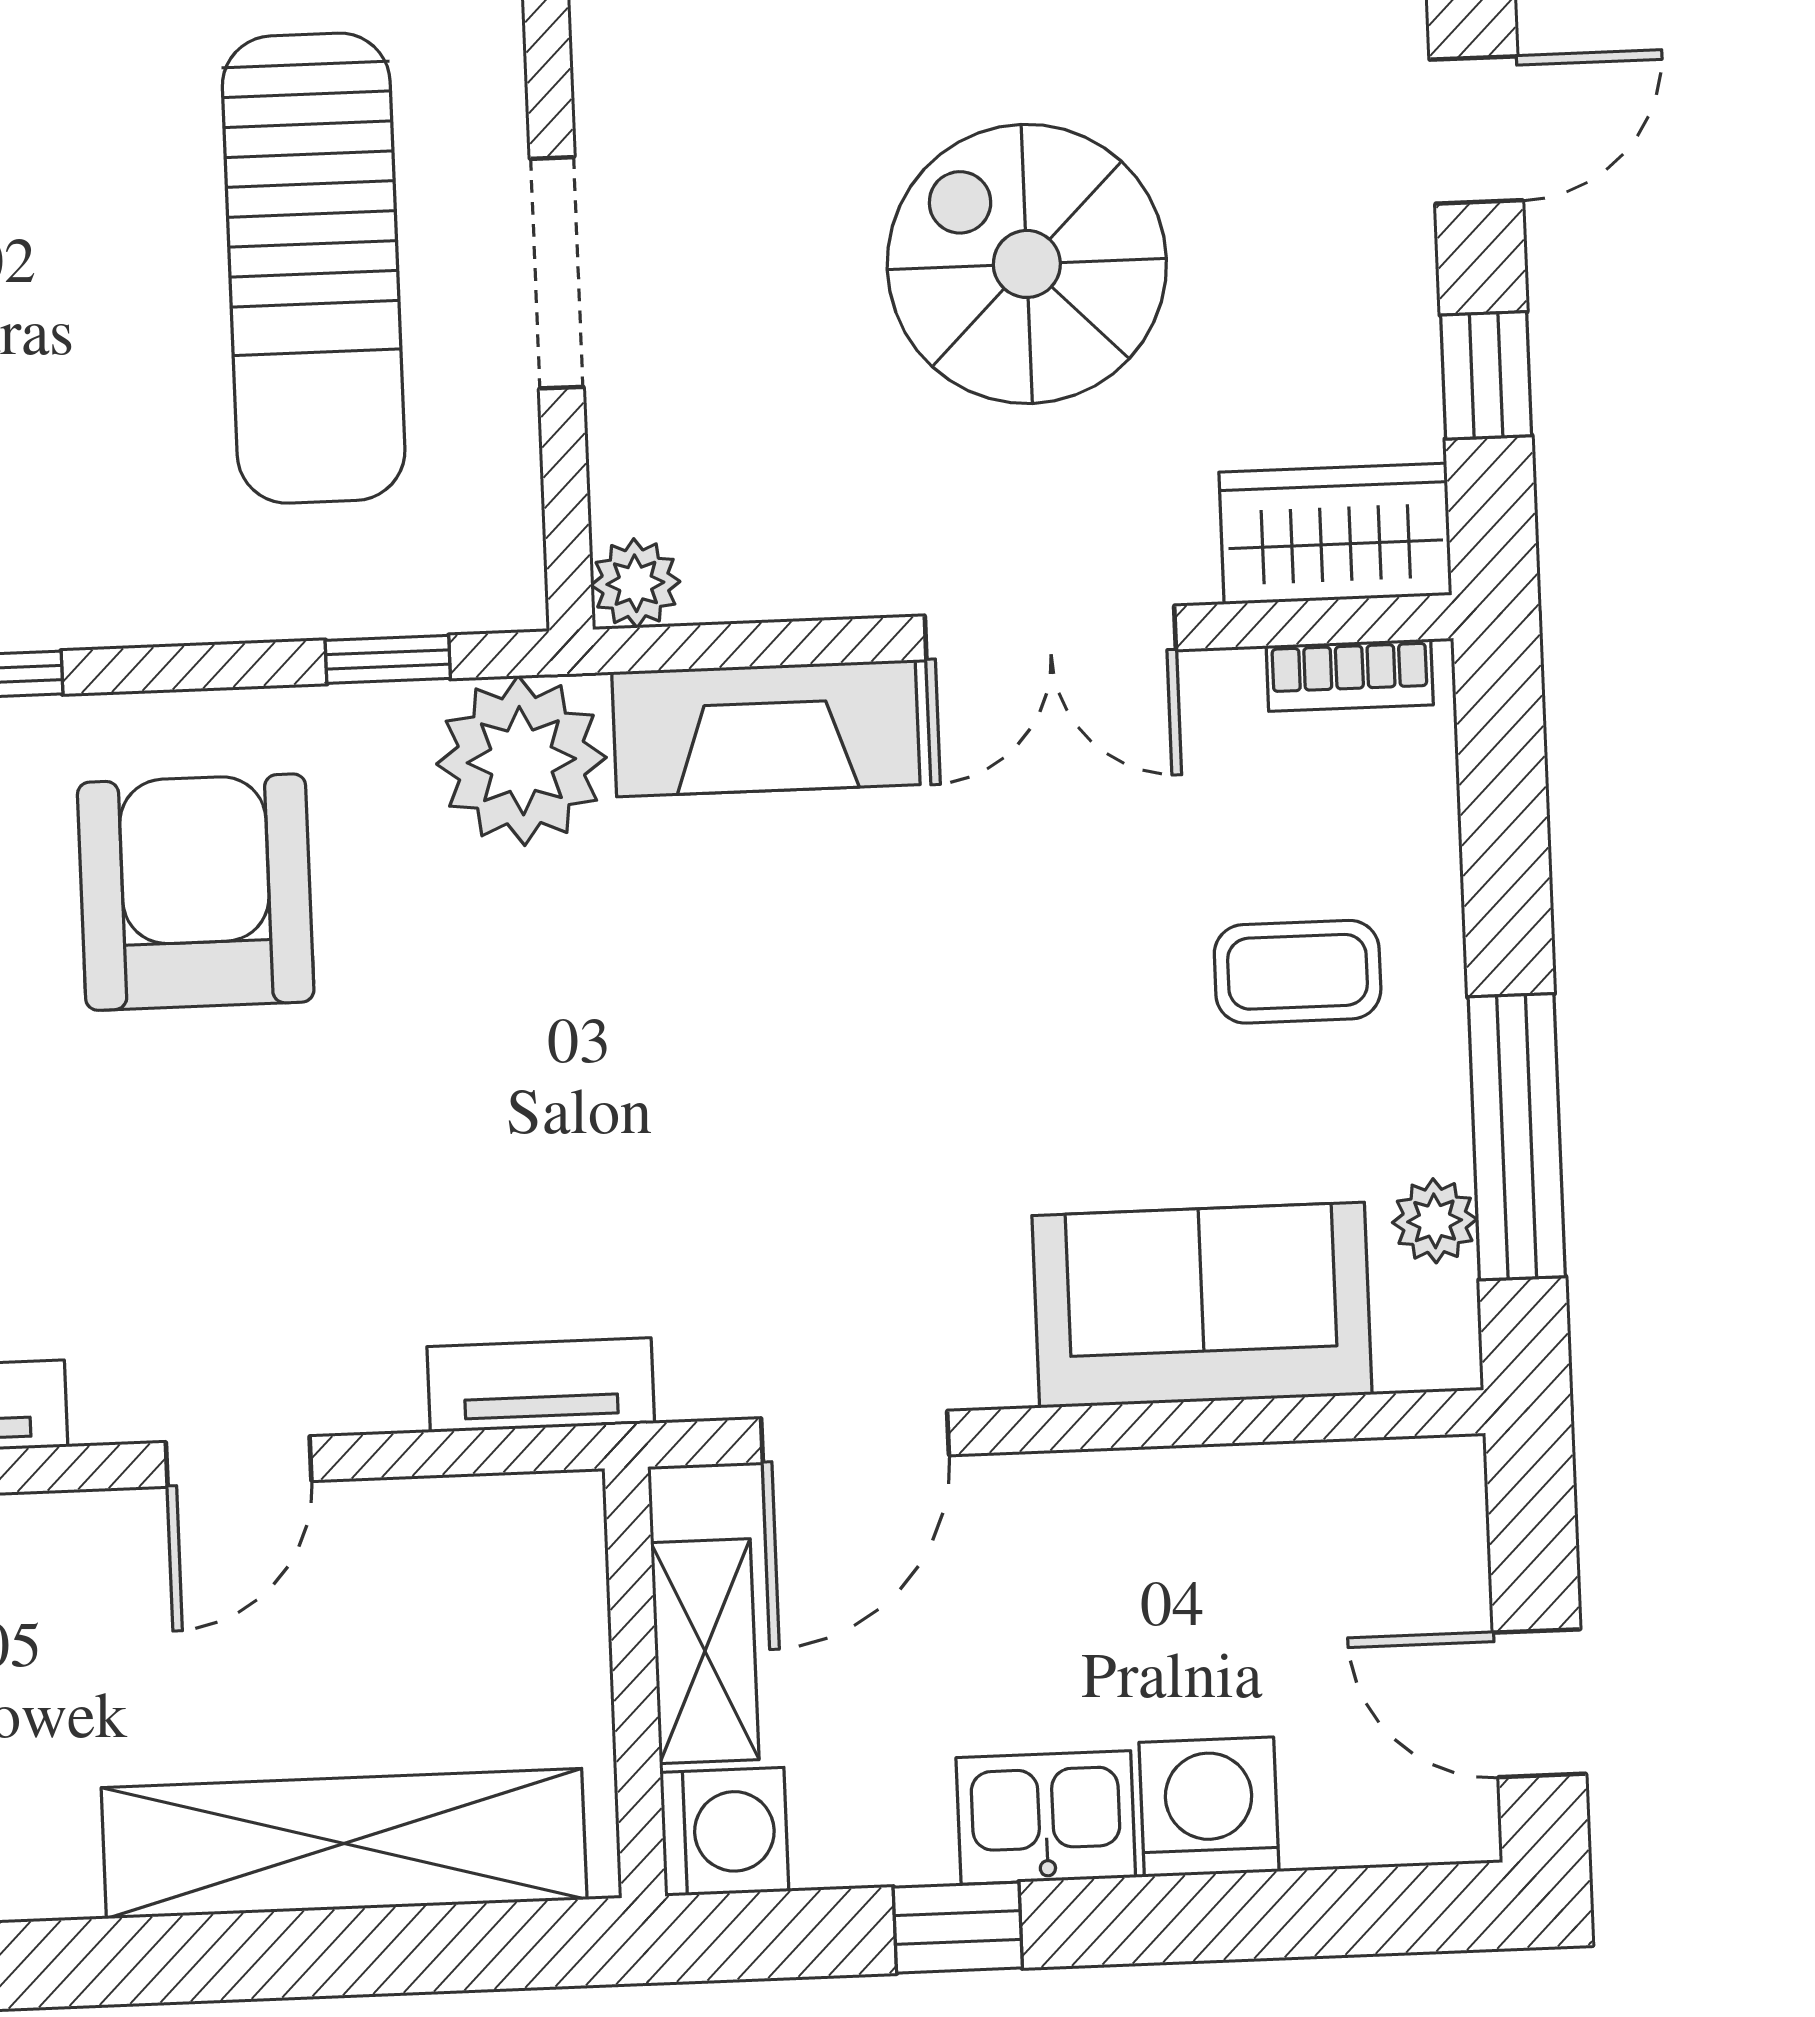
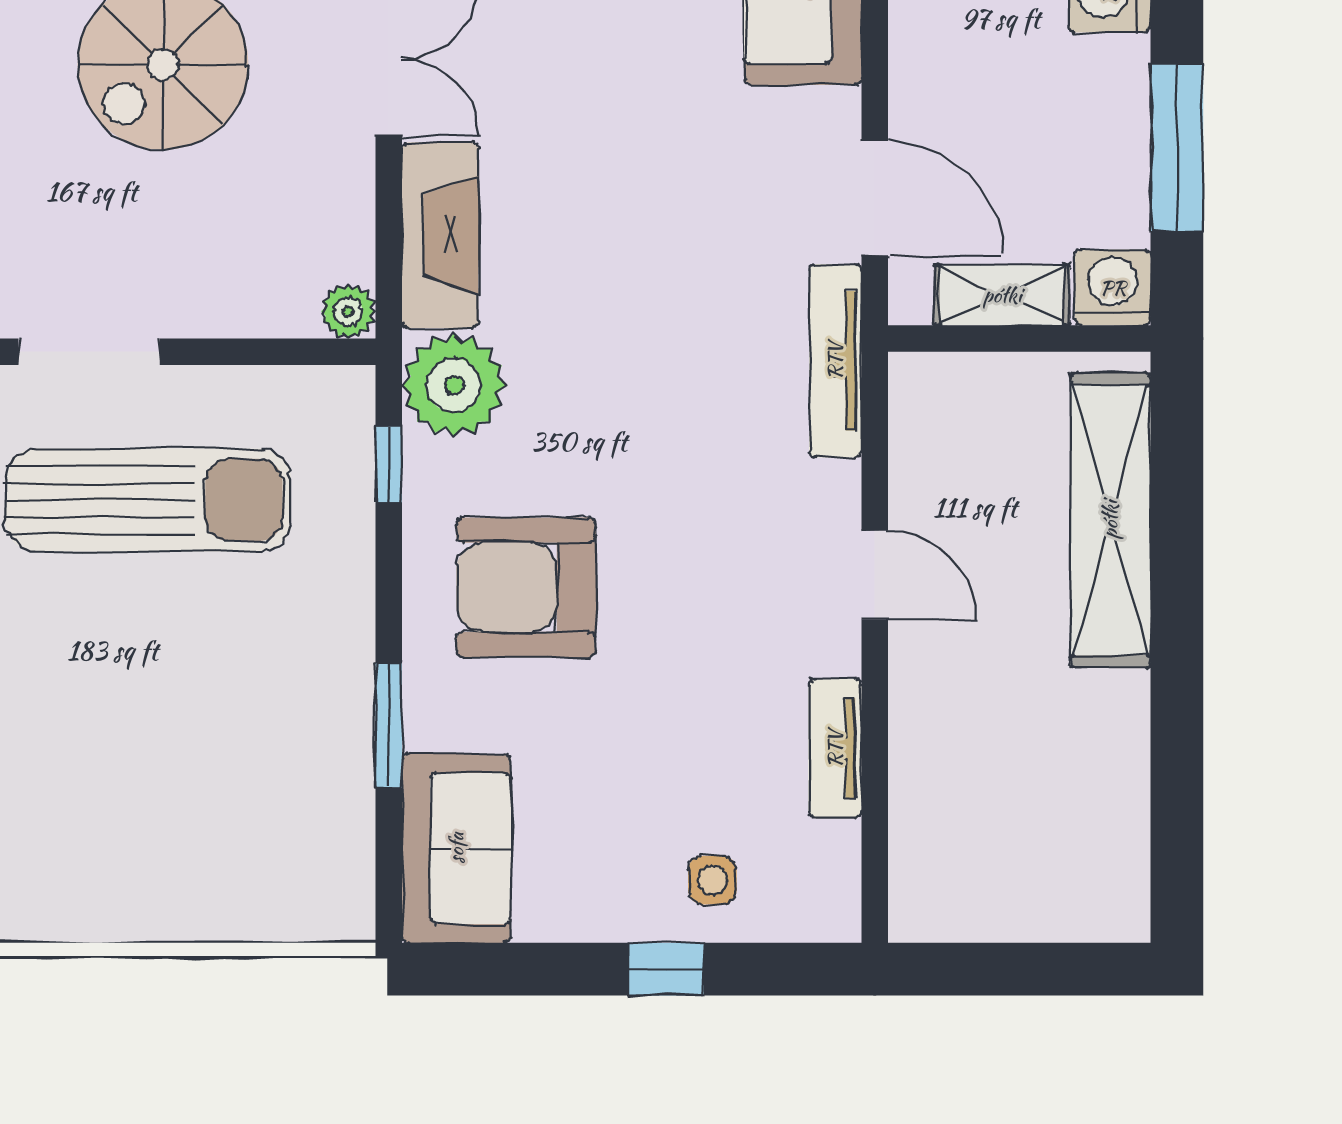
doorway: (557, 273) -> (89, 352), moved
tv unit: (541, 1385) -> (835, 361), width x1.41
kitchen sink: (1046, 1818) -> (1112, 91), removed
window: (958, 1928) -> (1177, 148), width x2.17

